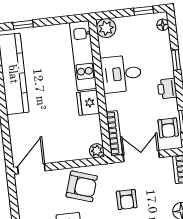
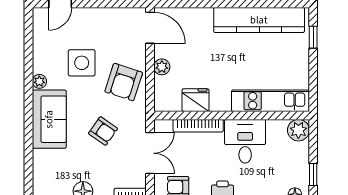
fridge: (88, 103) -> (196, 100), moved
bookcase: (114, 133) -> (198, 126), moved
plant: (97, 151) -> (162, 67), moved
armchair: (127, 199) -> (103, 131), turned -145

